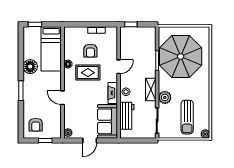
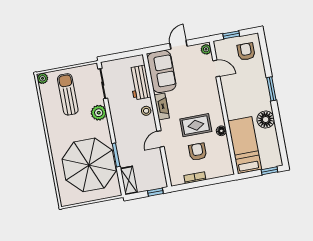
shelving: (151, 89) -> (129, 180), moved
door: (62, 98) -> (216, 68), moved

